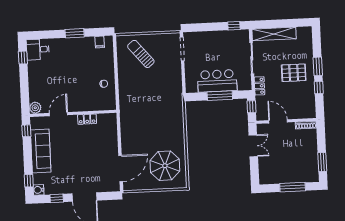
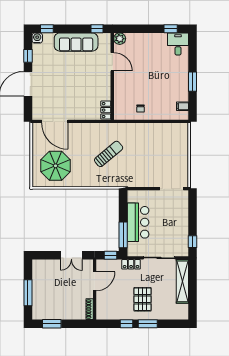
sun lounger: (141, 54) -> (109, 154), moved
window: (220, 96) -> (123, 235), moved
locker: (87, 119) -> (106, 110), moved

